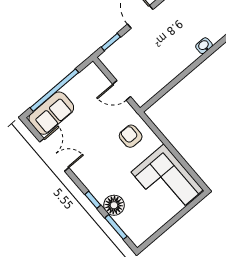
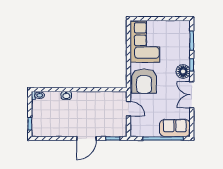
armchair: (131, 136) -> (144, 81), width x1.88, depth x1.88
double door: (54, 155) -> (192, 95), moved
floor lamp: (114, 205) -> (183, 71), moved

